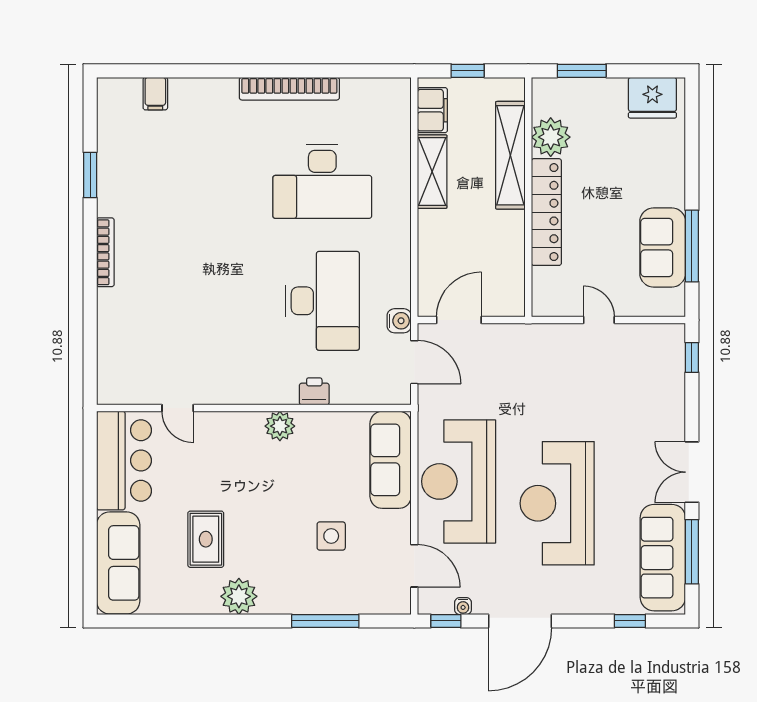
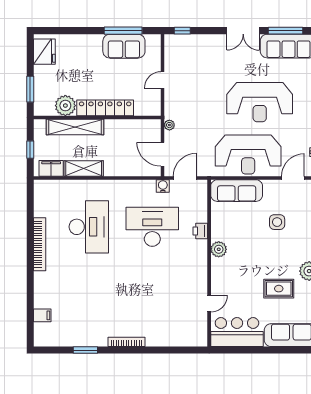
plant: (514, 333) -> (169, 125), added

